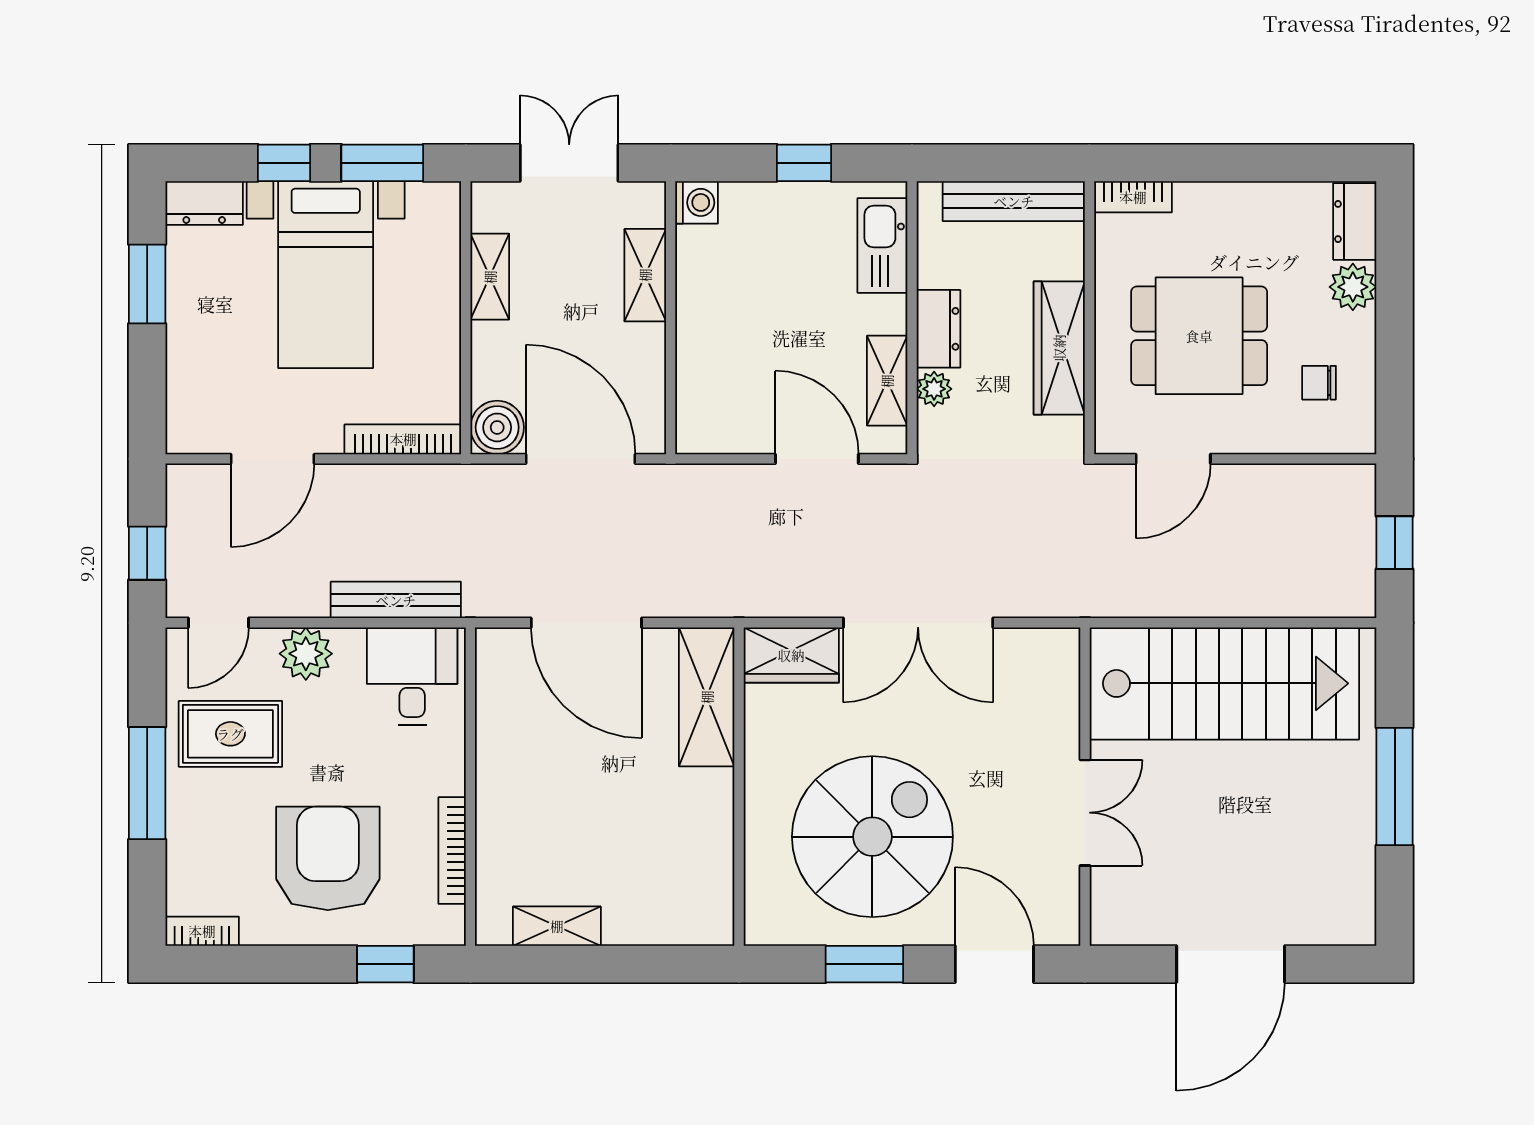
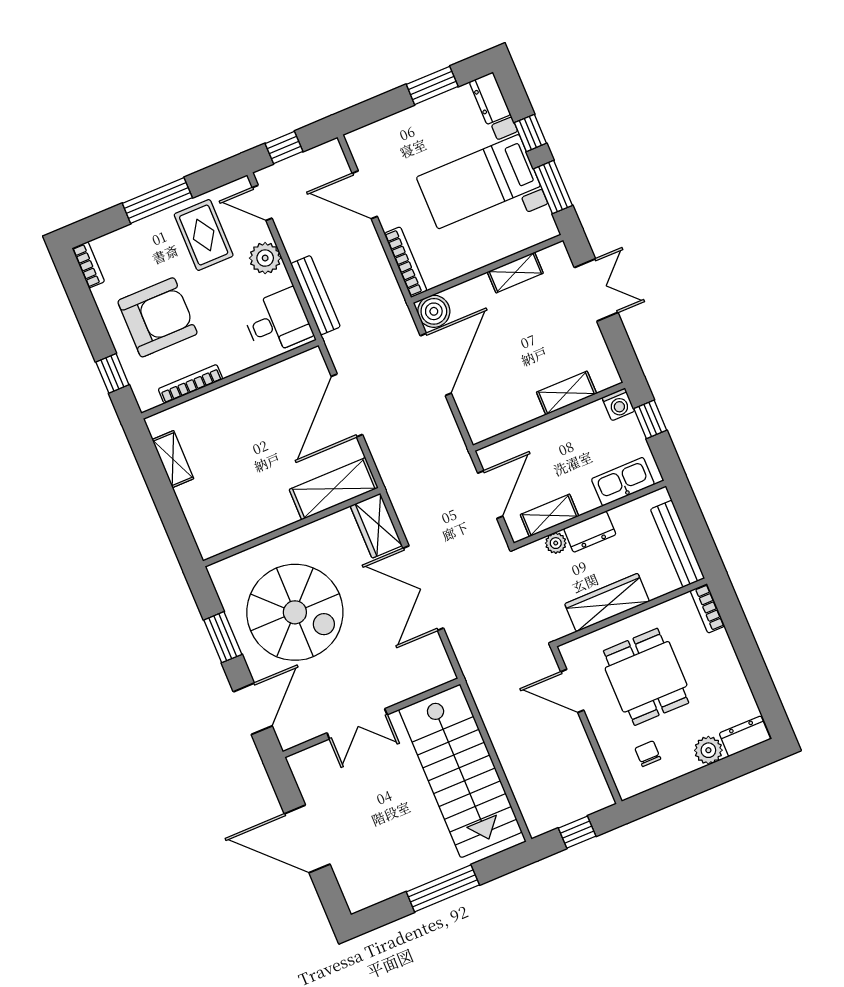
washing machine: (696, 202) -> (618, 404), moved
shelving: (645, 275) -> (567, 393), moved
wall: (671, 318) -> (549, 417), moved

